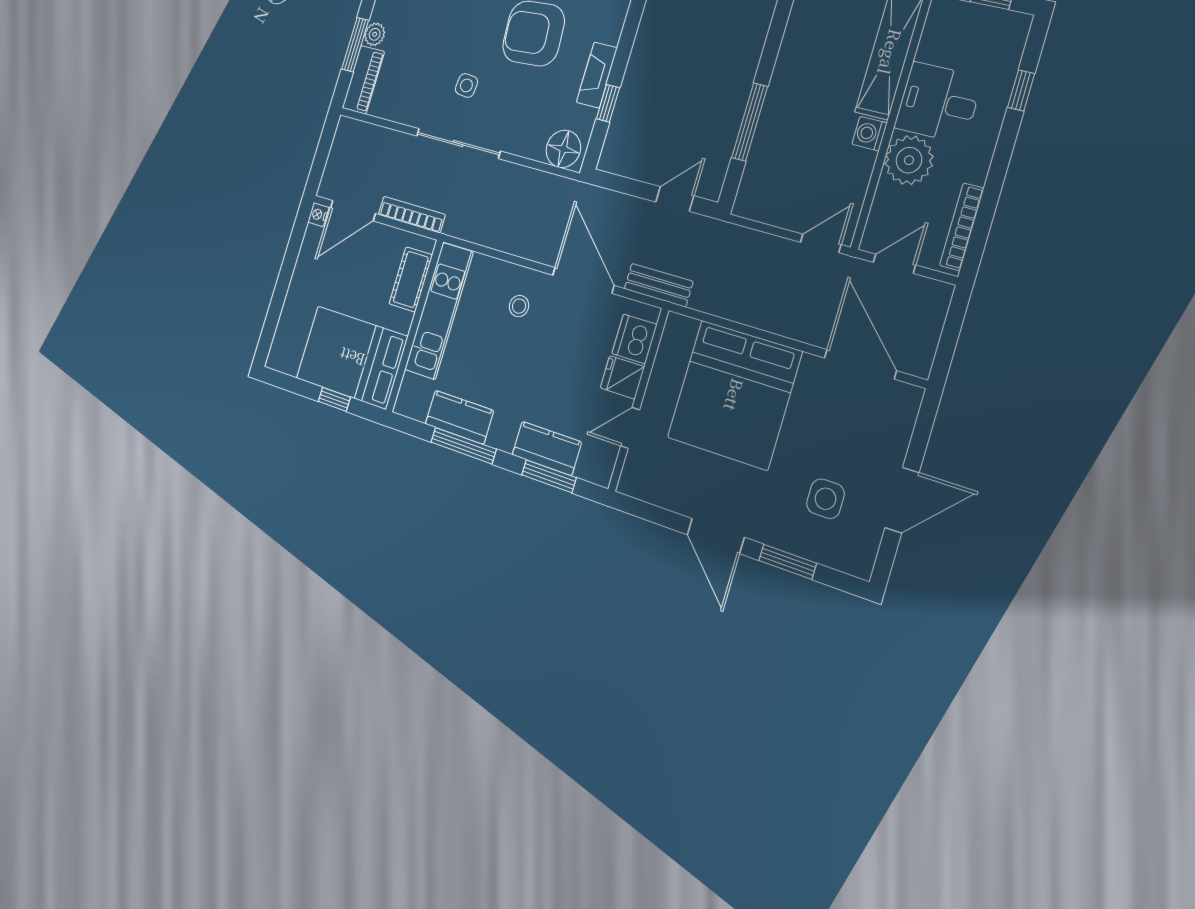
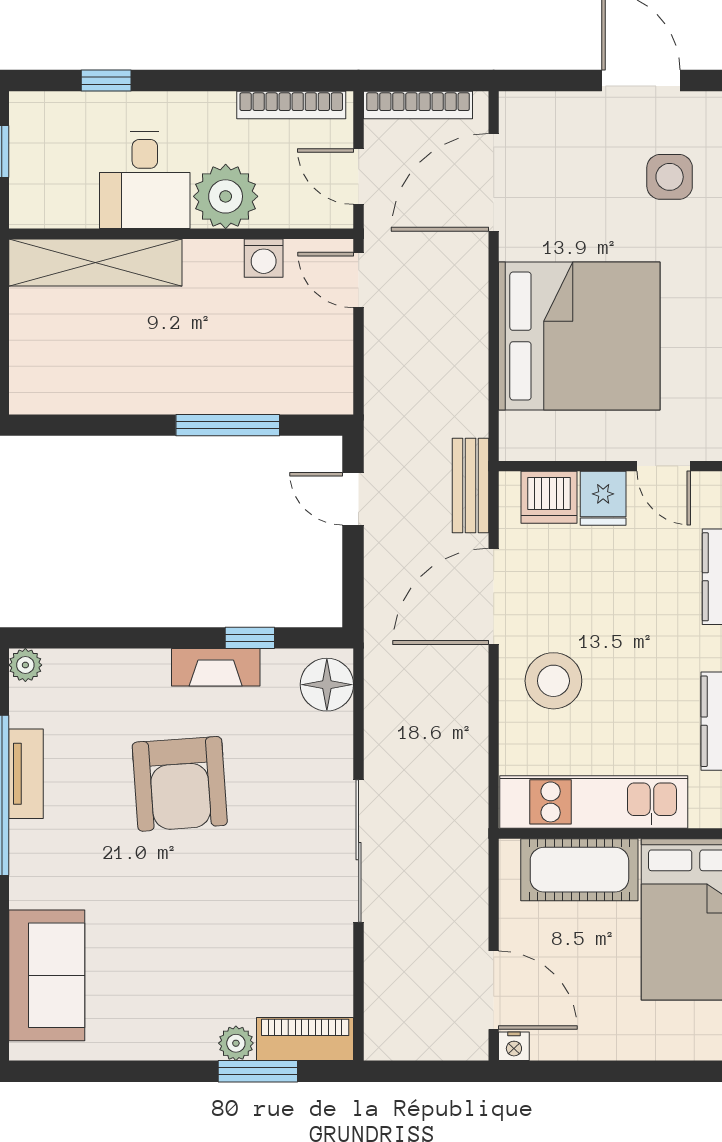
side table: (466, 85) -> (275, 866), removed
washing machine: (869, 134) -> (264, 258), moved
bookcase: (412, 215) -> (418, 105), moved, turned -90
cot: (411, 279) -> (579, 870), width x1.37, depth x1.34
stool: (519, 306) -> (553, 681), width x1.89, depth x1.89

